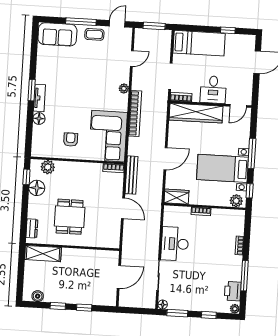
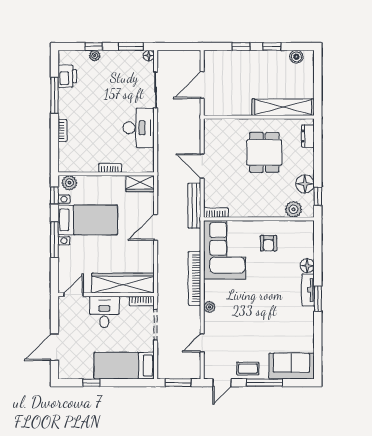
shelving: (43, 254) -> (283, 107), width x1.47
plant: (235, 309) -> (95, 56), moved

